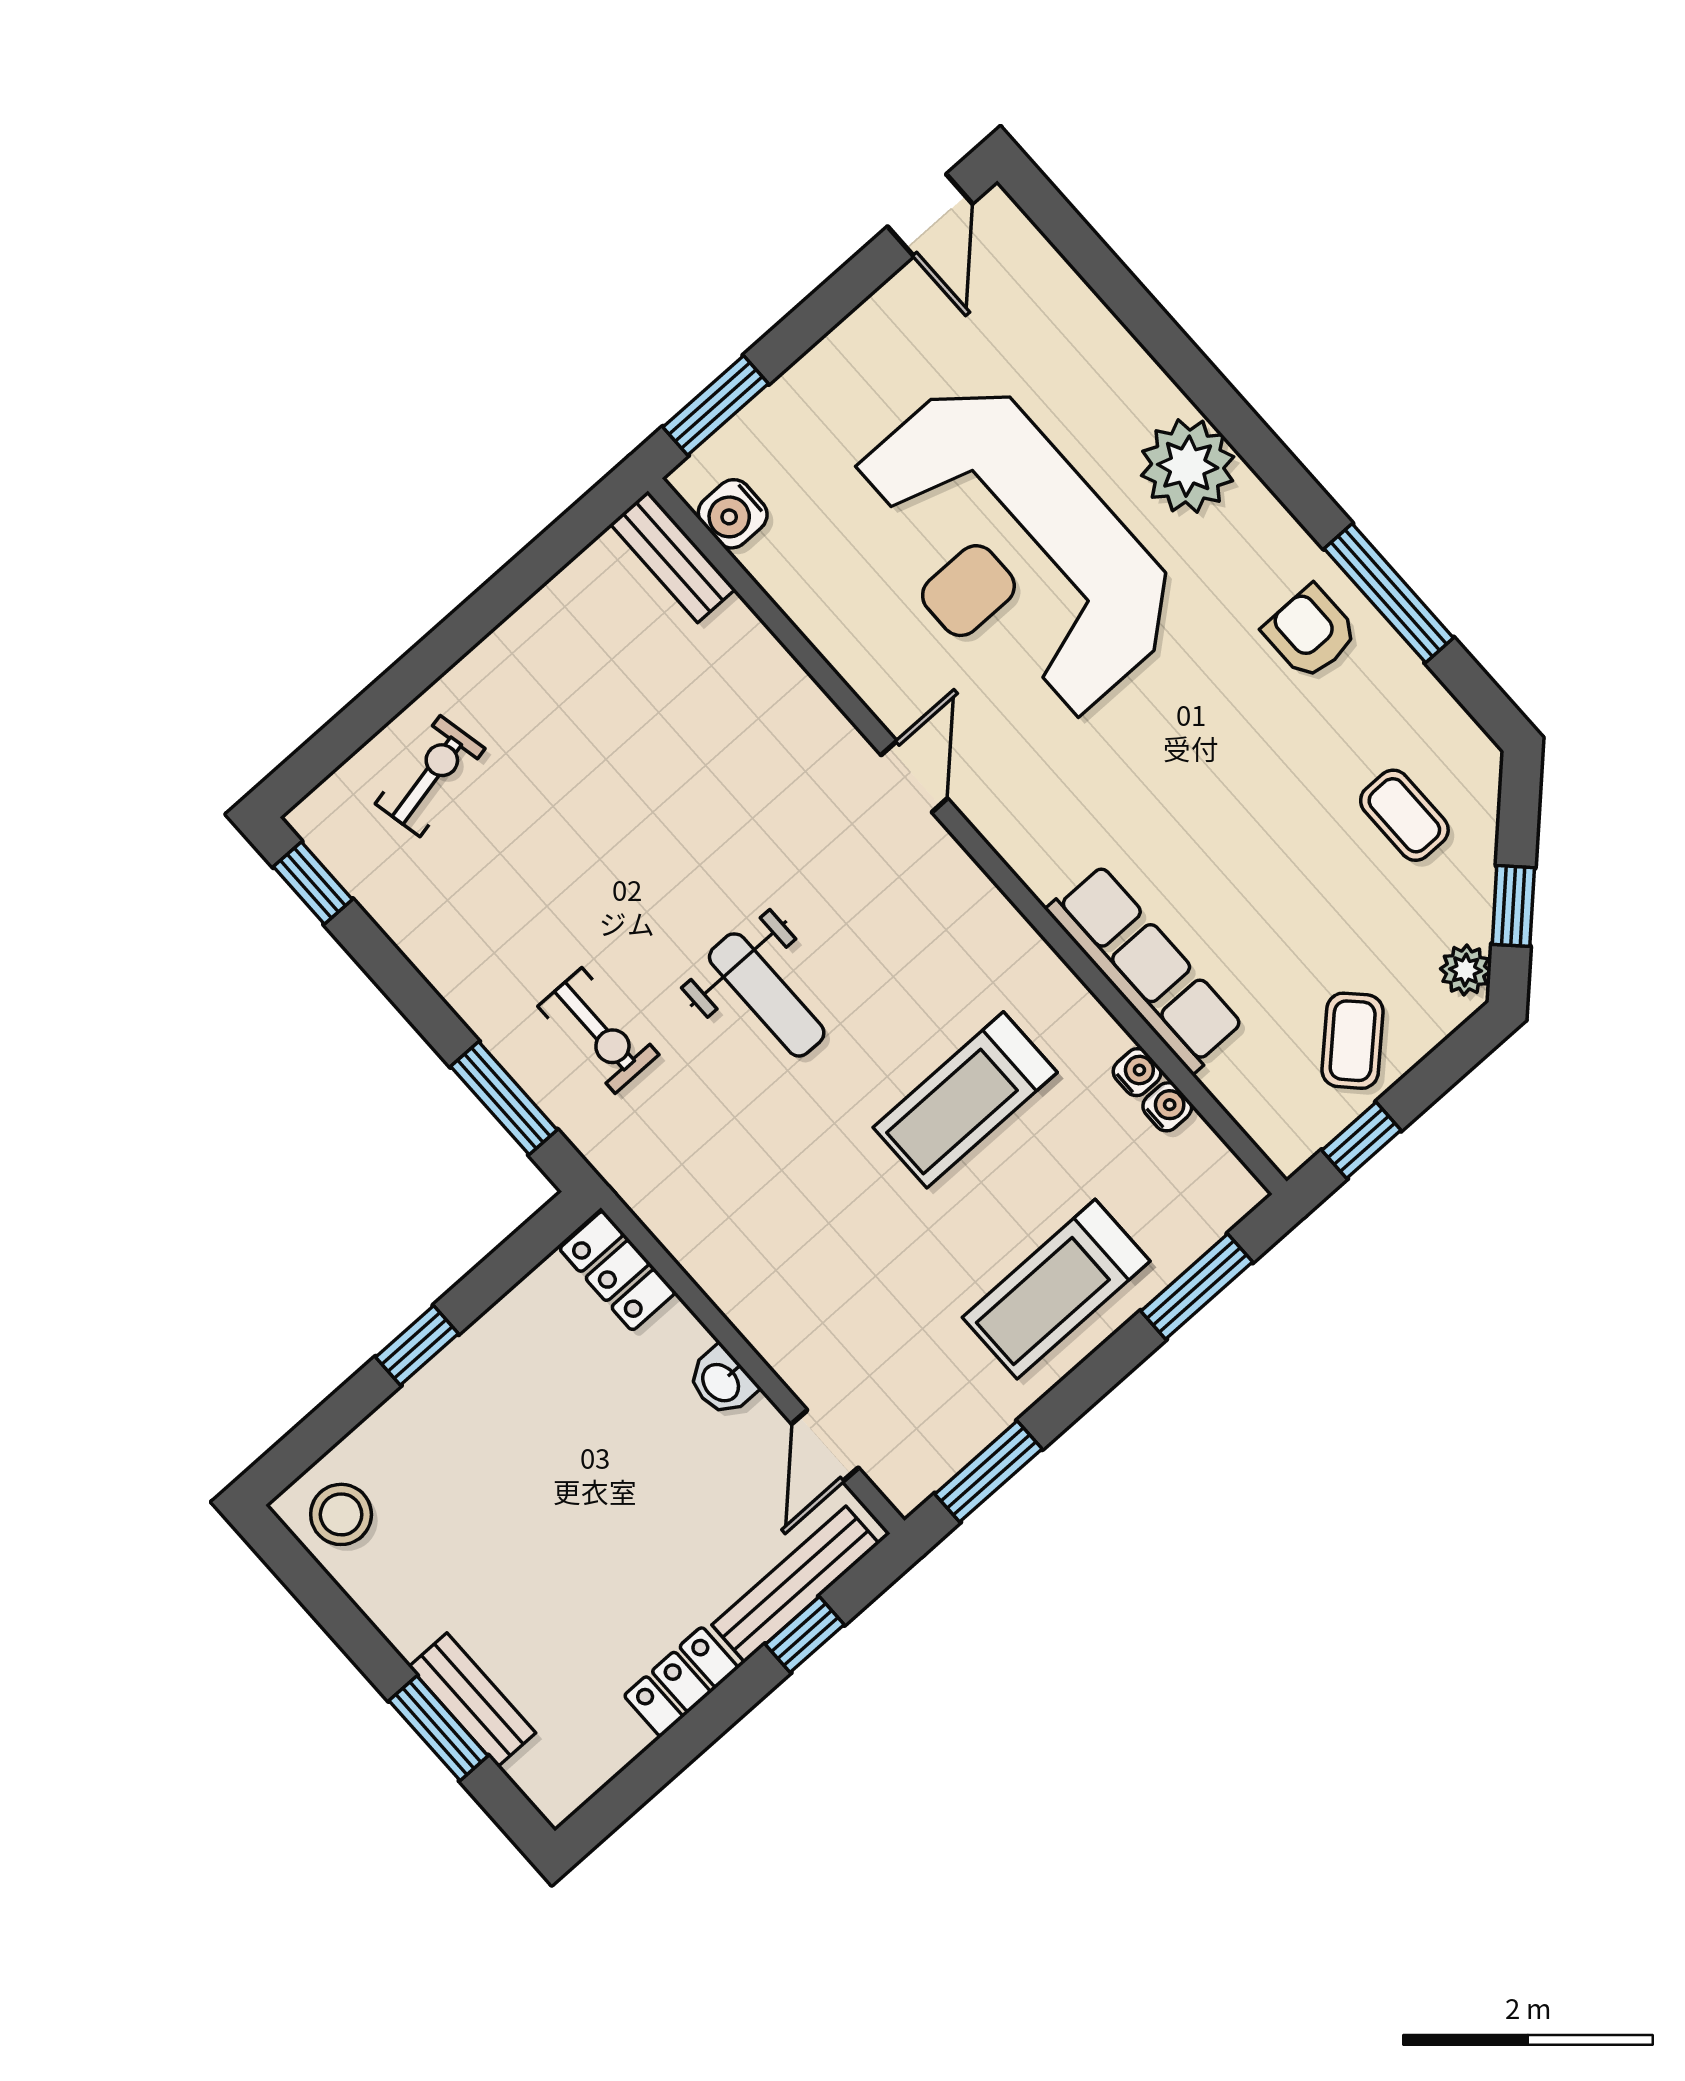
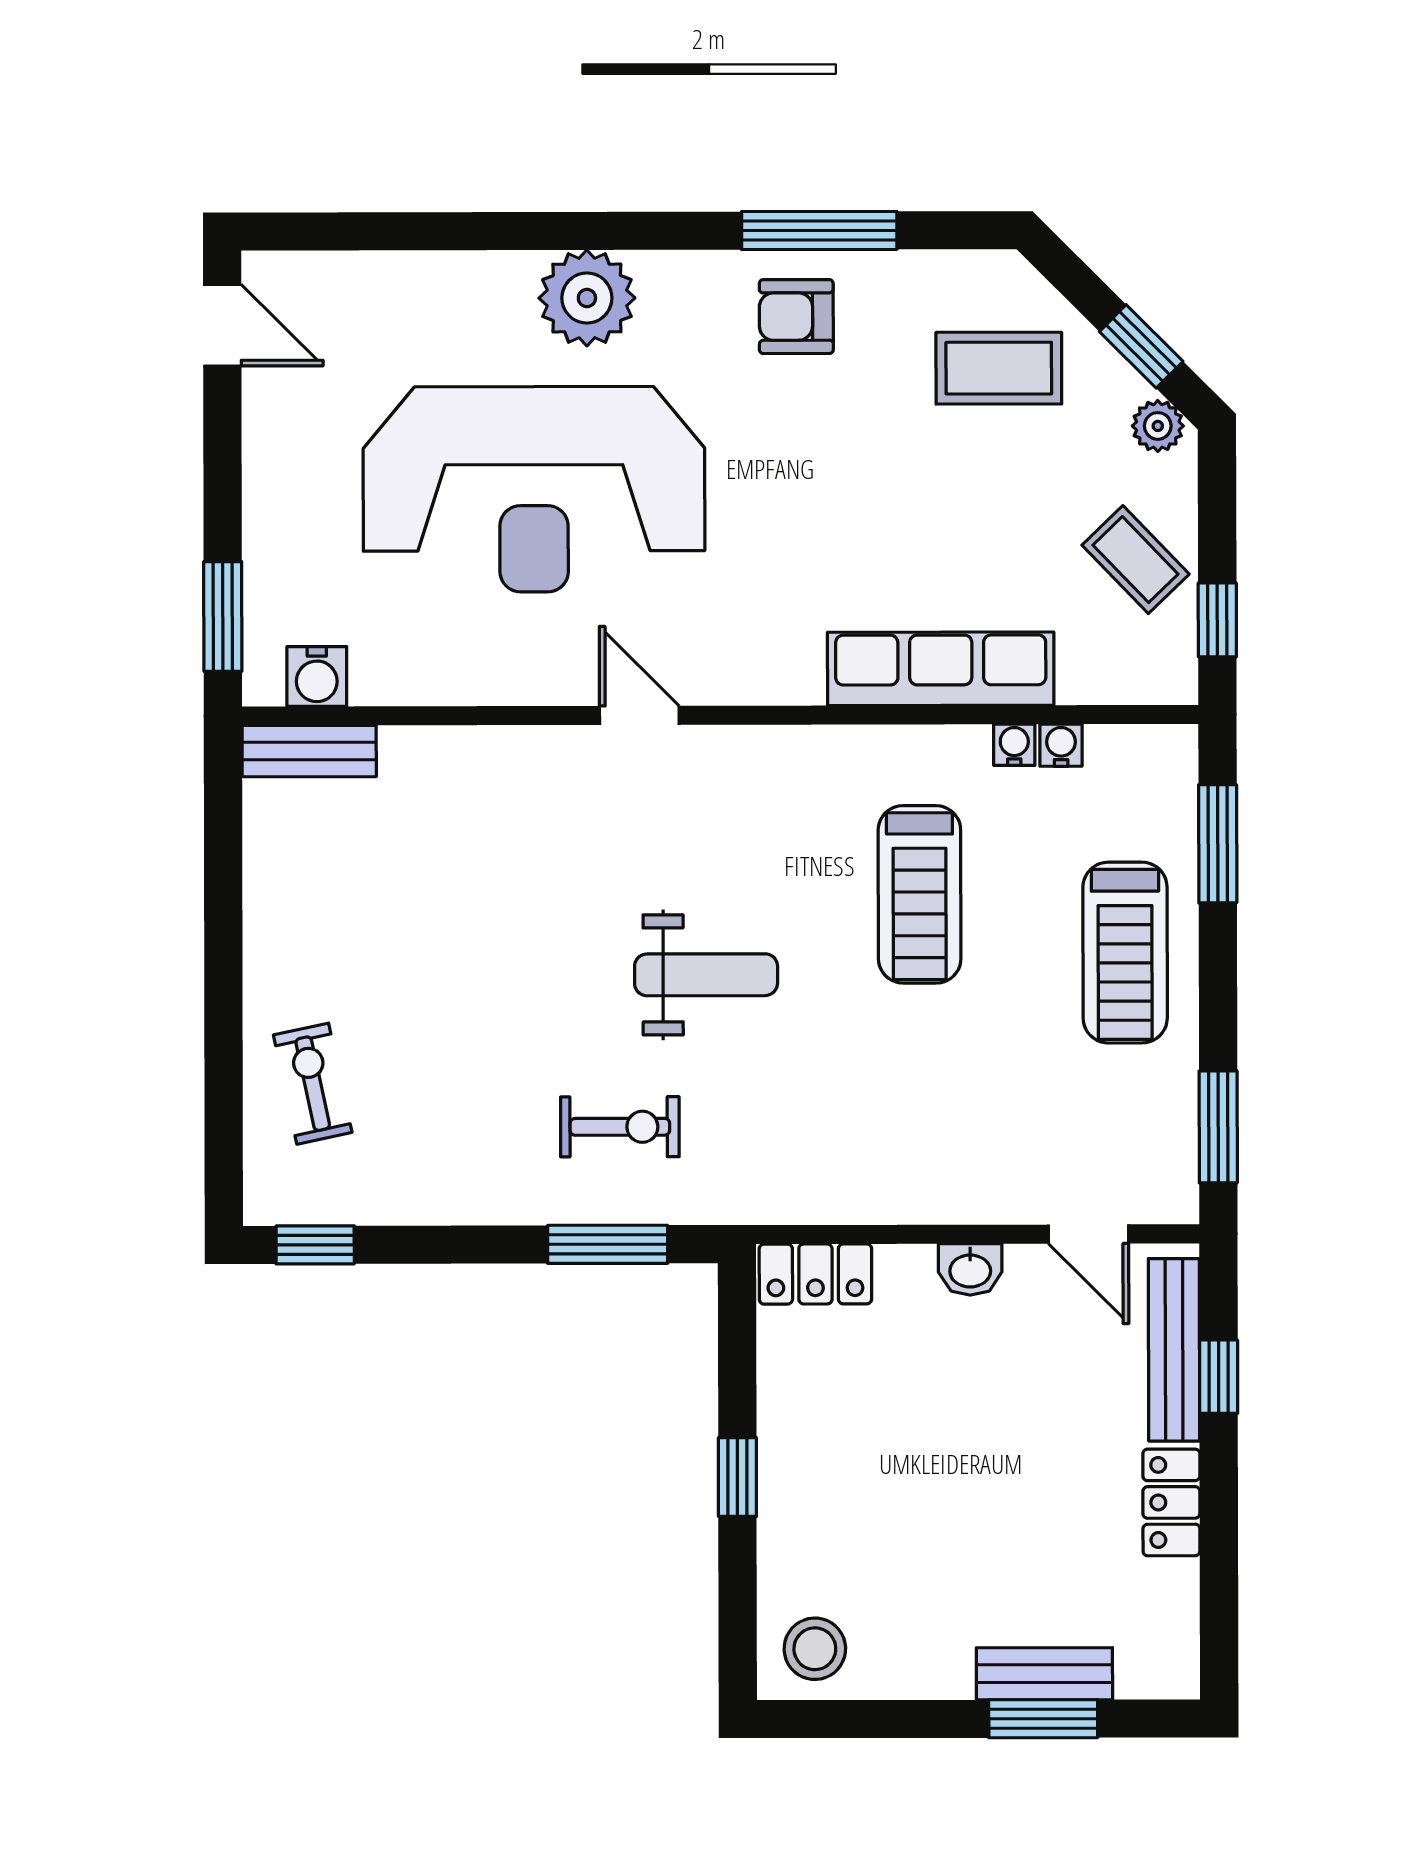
coffee table: (1404, 815) -> (999, 368), width x1.36, depth x1.30

